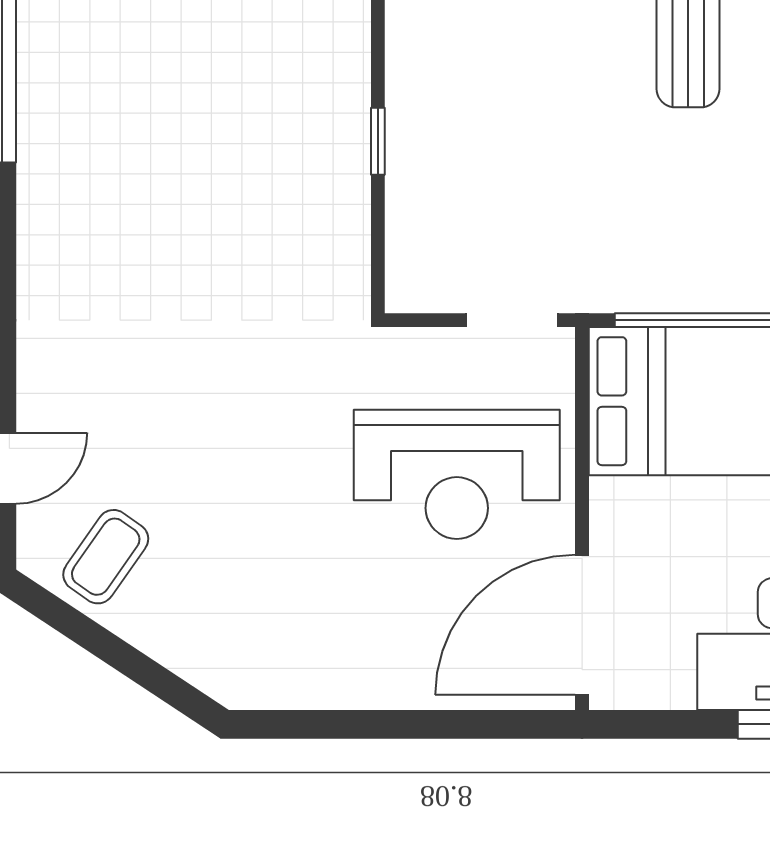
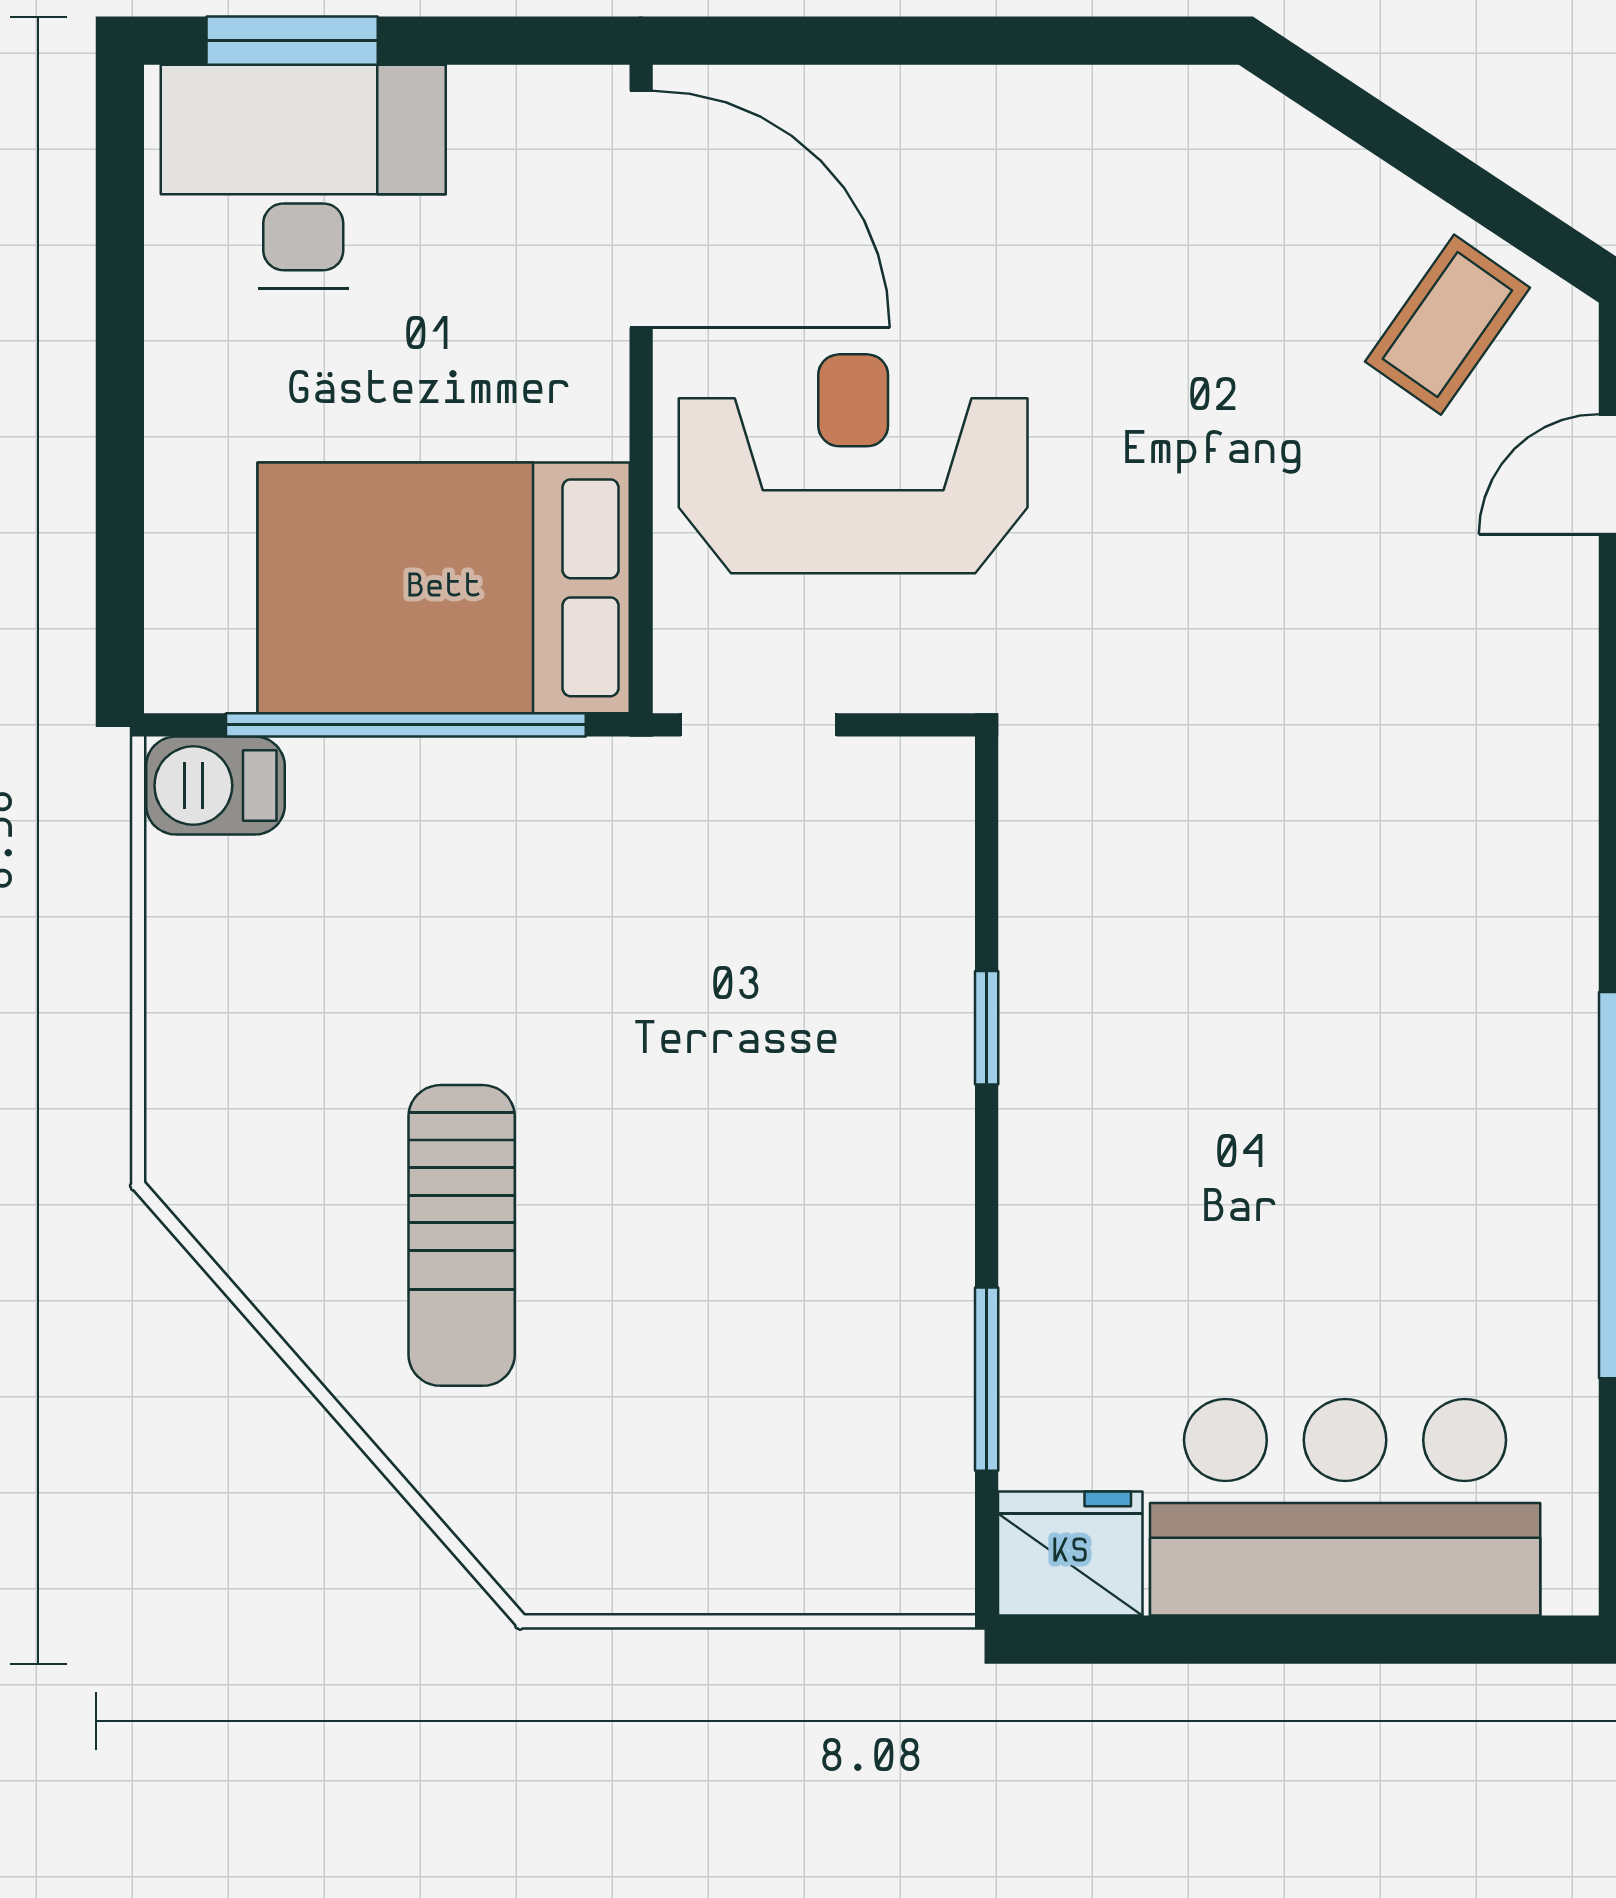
door: (582, 625) -> (641, 209), hinge flipped

